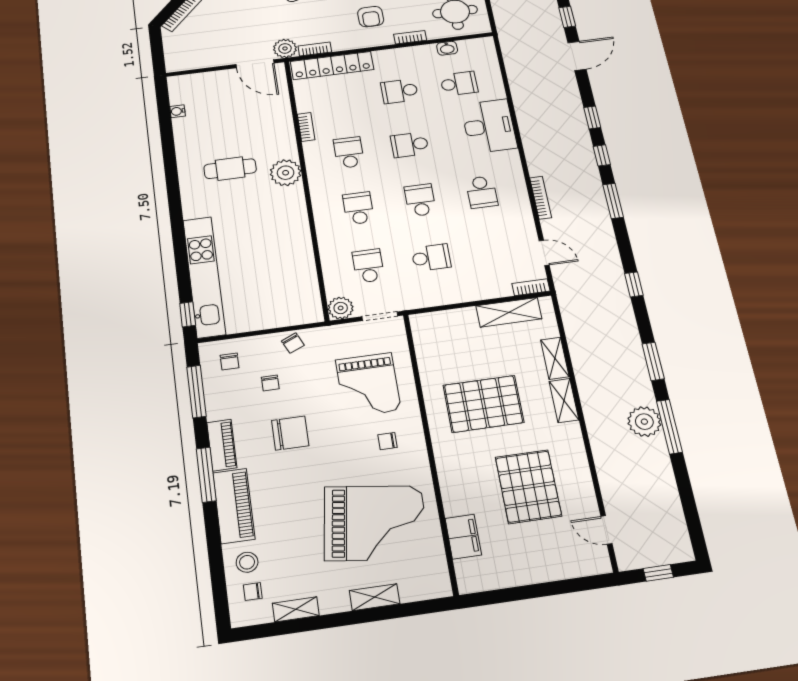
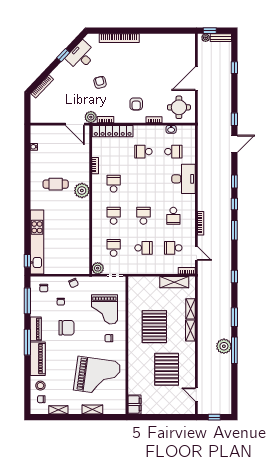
school desk: (410, 145) -> (173, 248), moved
pallet: (483, 404) -> (154, 327), turned 90
filing cabinet: (463, 537) -> (134, 405), moved

